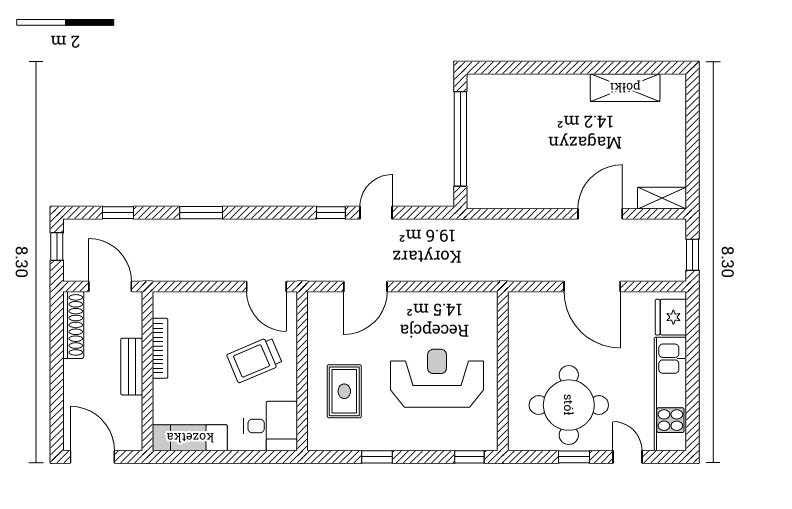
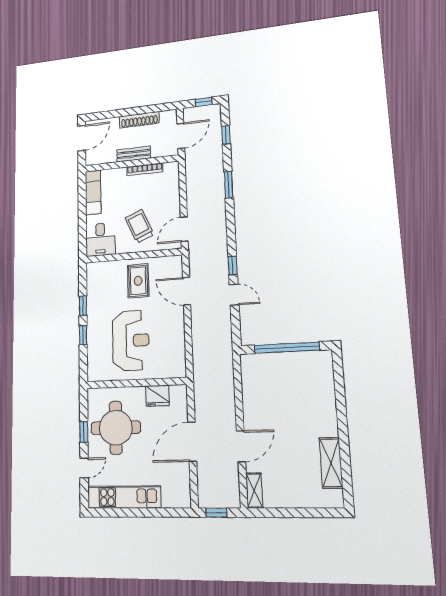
door: (600, 214) -> (241, 446), hinge flipped
fridge: (671, 317) -> (157, 396), moved, turned 180
shoe rack: (73, 325) -> (139, 120), moved
rug: (344, 391) -> (138, 281), moved, turned 90
window: (469, 457) -> (83, 335), moved

